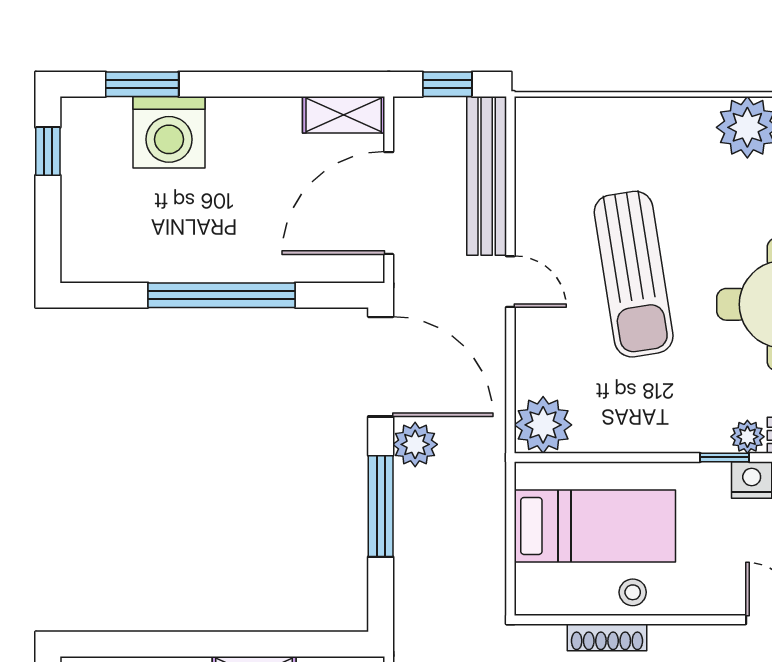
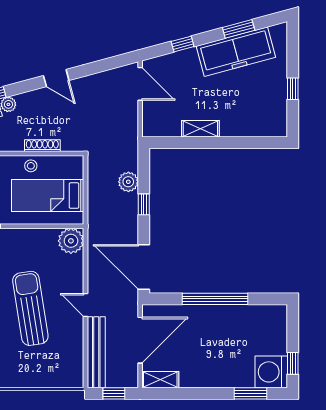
washing machine: (169, 132) -> (271, 372), moved, turned -90
plant: (415, 444) -> (128, 182), moved
window: (381, 506) -> (144, 204), width x0.46

